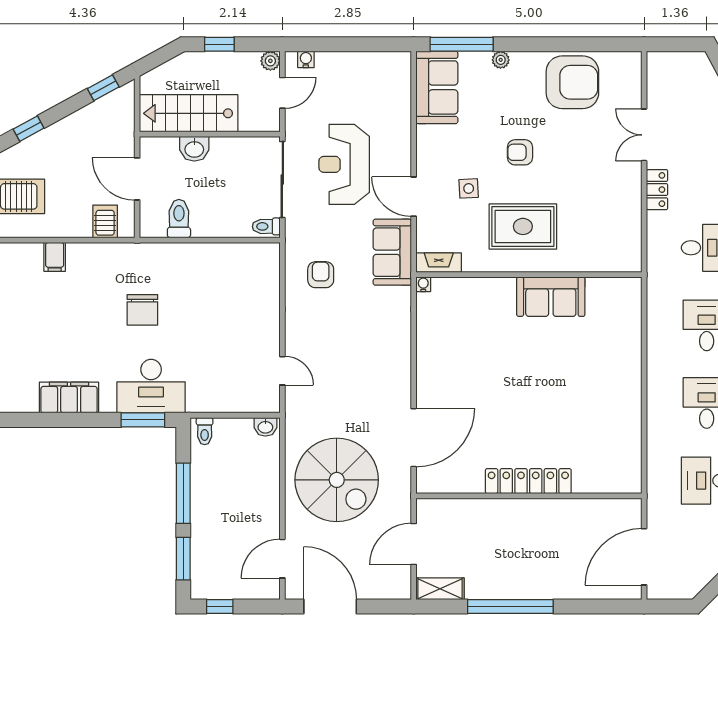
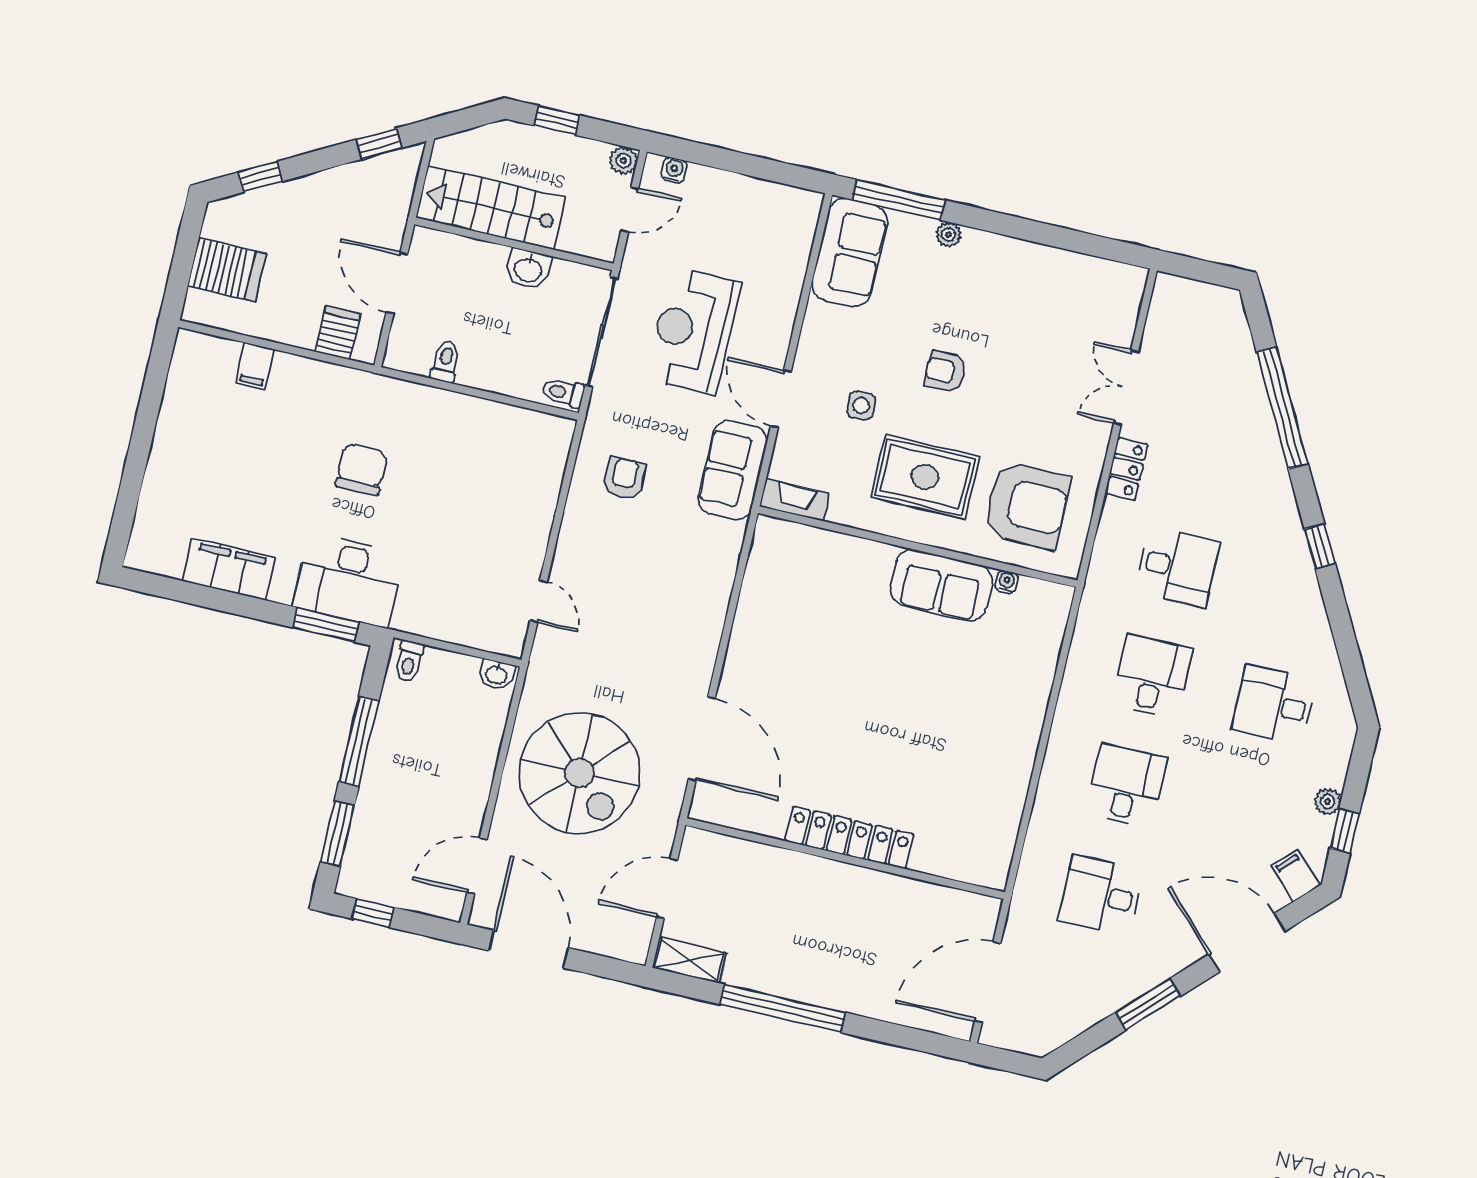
armchair: (572, 82) -> (1027, 505), moved
washbasin: (194, 149) -> (528, 269), moved
toilet: (179, 219) -> (445, 362), width x0.73, depth x0.72
water cooler: (423, 284) -> (1007, 582), moved
chair: (142, 310) -> (361, 469), turned 180
door: (414, 438) -> (702, 739), hinge flipped

